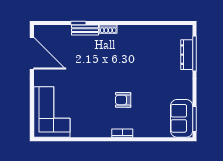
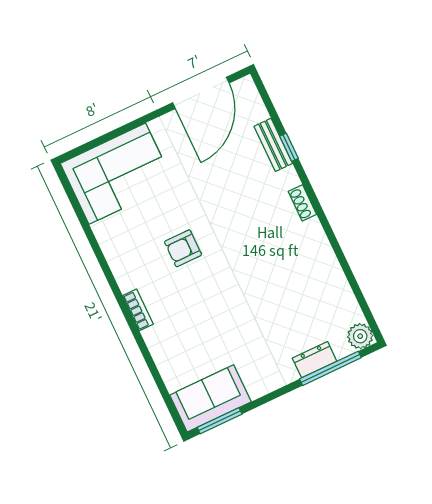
bench: (85, 30) -> (273, 145), moved
plant: (186, 32) -> (360, 336), added
dresser: (187, 55) -> (315, 360), width x0.70
armchair: (123, 100) -> (183, 248), moved, turned -90

